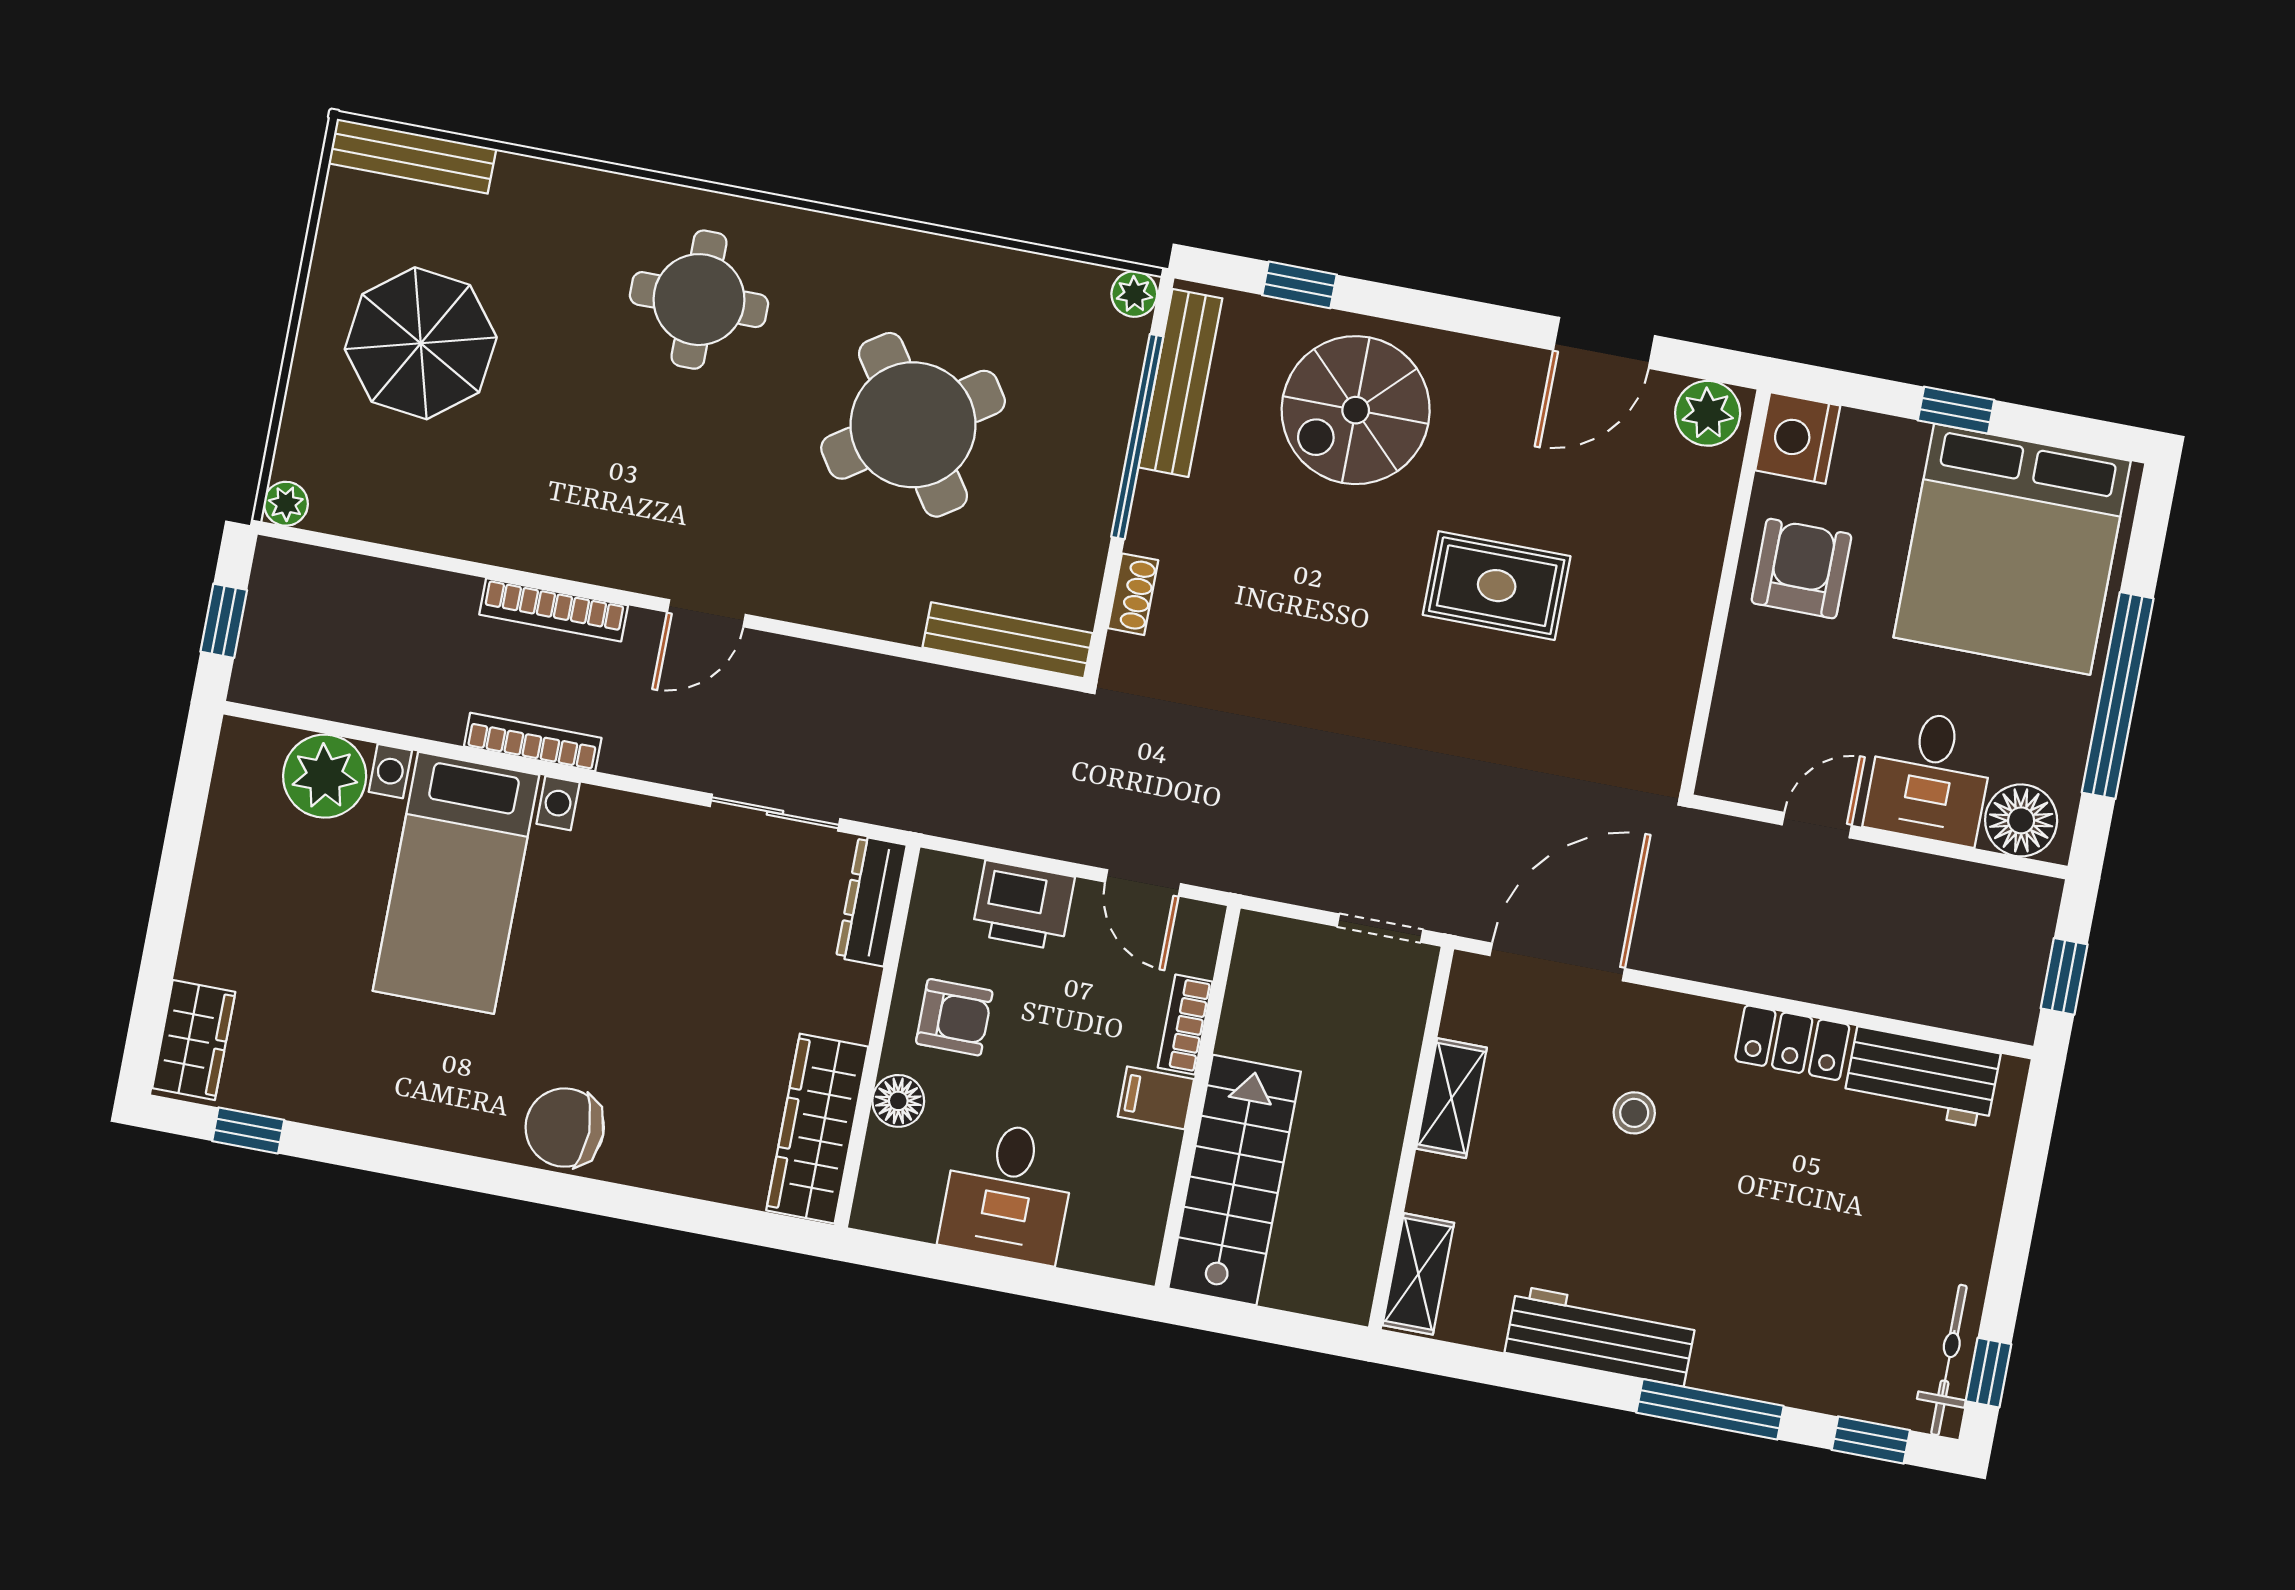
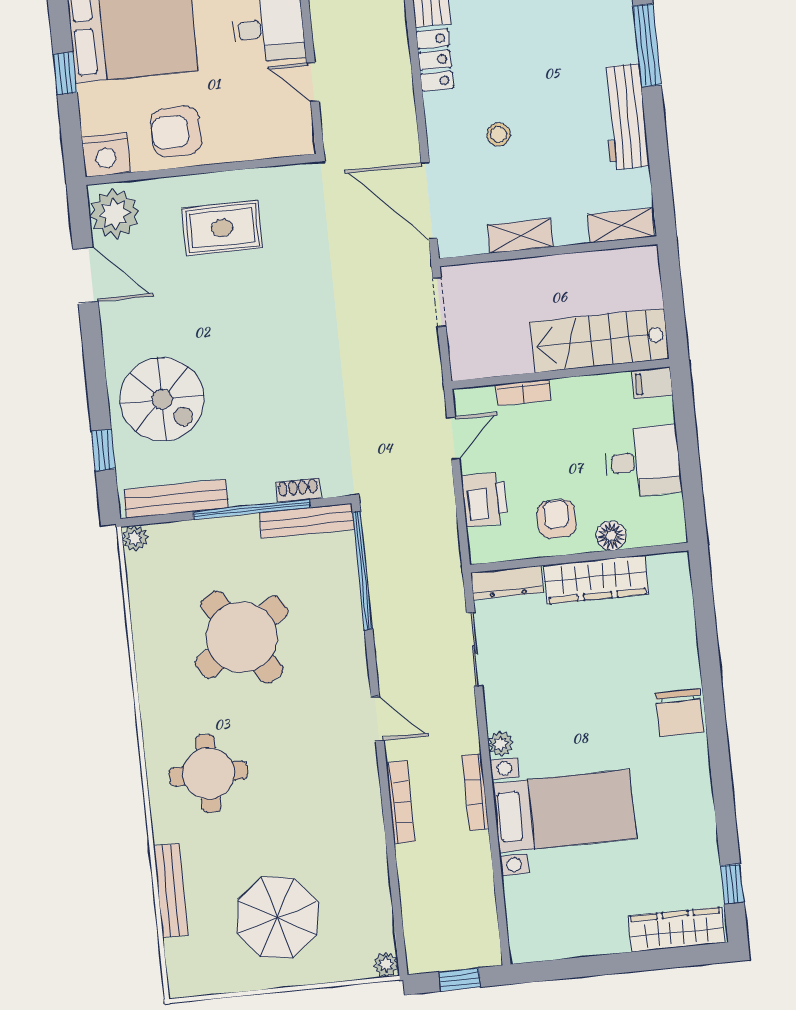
bench: (412, 156) -> (171, 890), moved
plant: (1708, 413) -> (114, 214), width x1.36, depth x1.36
window: (1137, 437) -> (252, 509), moved
rug: (1497, 586) -> (222, 228), moved, turned 90
bench: (1008, 640) -> (307, 521), moved, turned 90
window: (964, 662) -> (362, 571), added
plant: (325, 776) -> (501, 744), moved, width x0.53, depth x0.53
wardrobe: (194, 1040) -> (676, 929), width x1.50
filing cabinet: (1156, 1098) -> (652, 383), moved, turned 90
wardrobe: (817, 1129) -> (596, 580), moved

